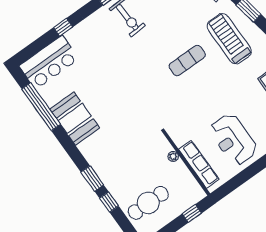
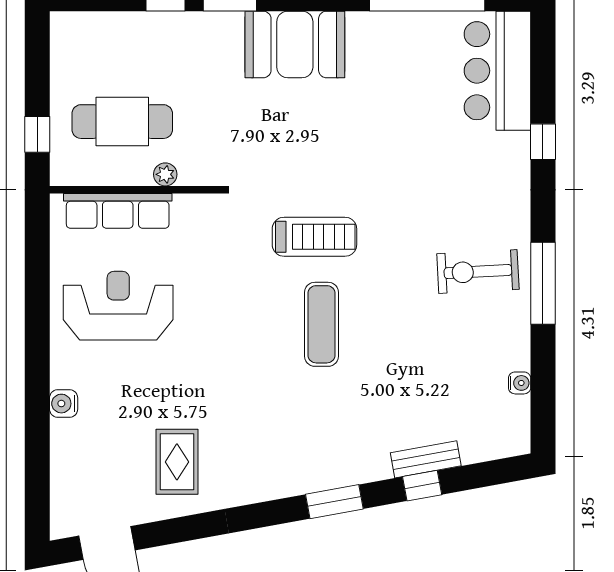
treadmill: (229, 39) -> (314, 237), moved, width x0.73, depth x0.73
booth: (75, 118) -> (295, 44), moved
cafe table: (148, 203) -> (122, 122), moved, turned 90

